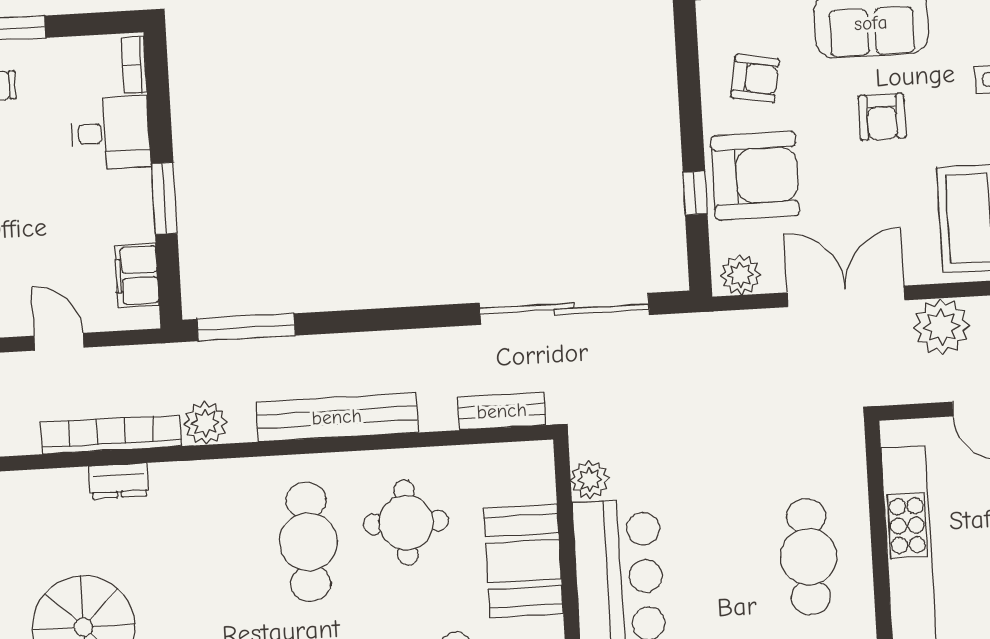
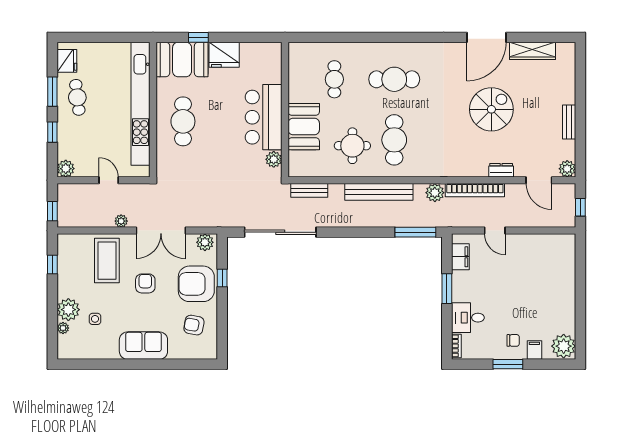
armchair: (882, 117) -> (145, 283), moved
plant: (941, 327) -> (121, 221), width x0.53, depth x0.53
dresser: (119, 481) -> (501, 170), moved

